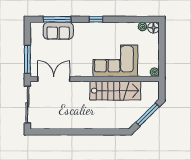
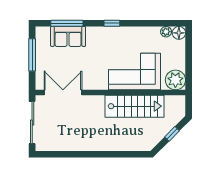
window: (27, 59) -> (32, 55), moved
plant: (155, 72) -> (175, 80), width x1.88, depth x1.88
window: (148, 114) -> (172, 134), width x0.46

